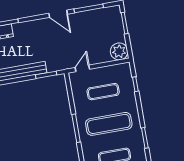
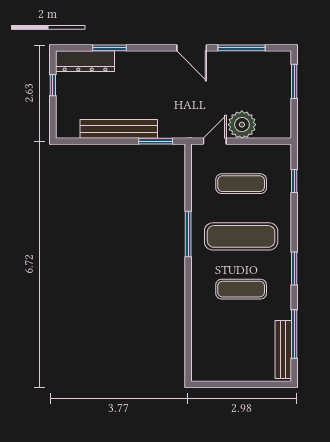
plant: (119, 51) -> (242, 125), moved

